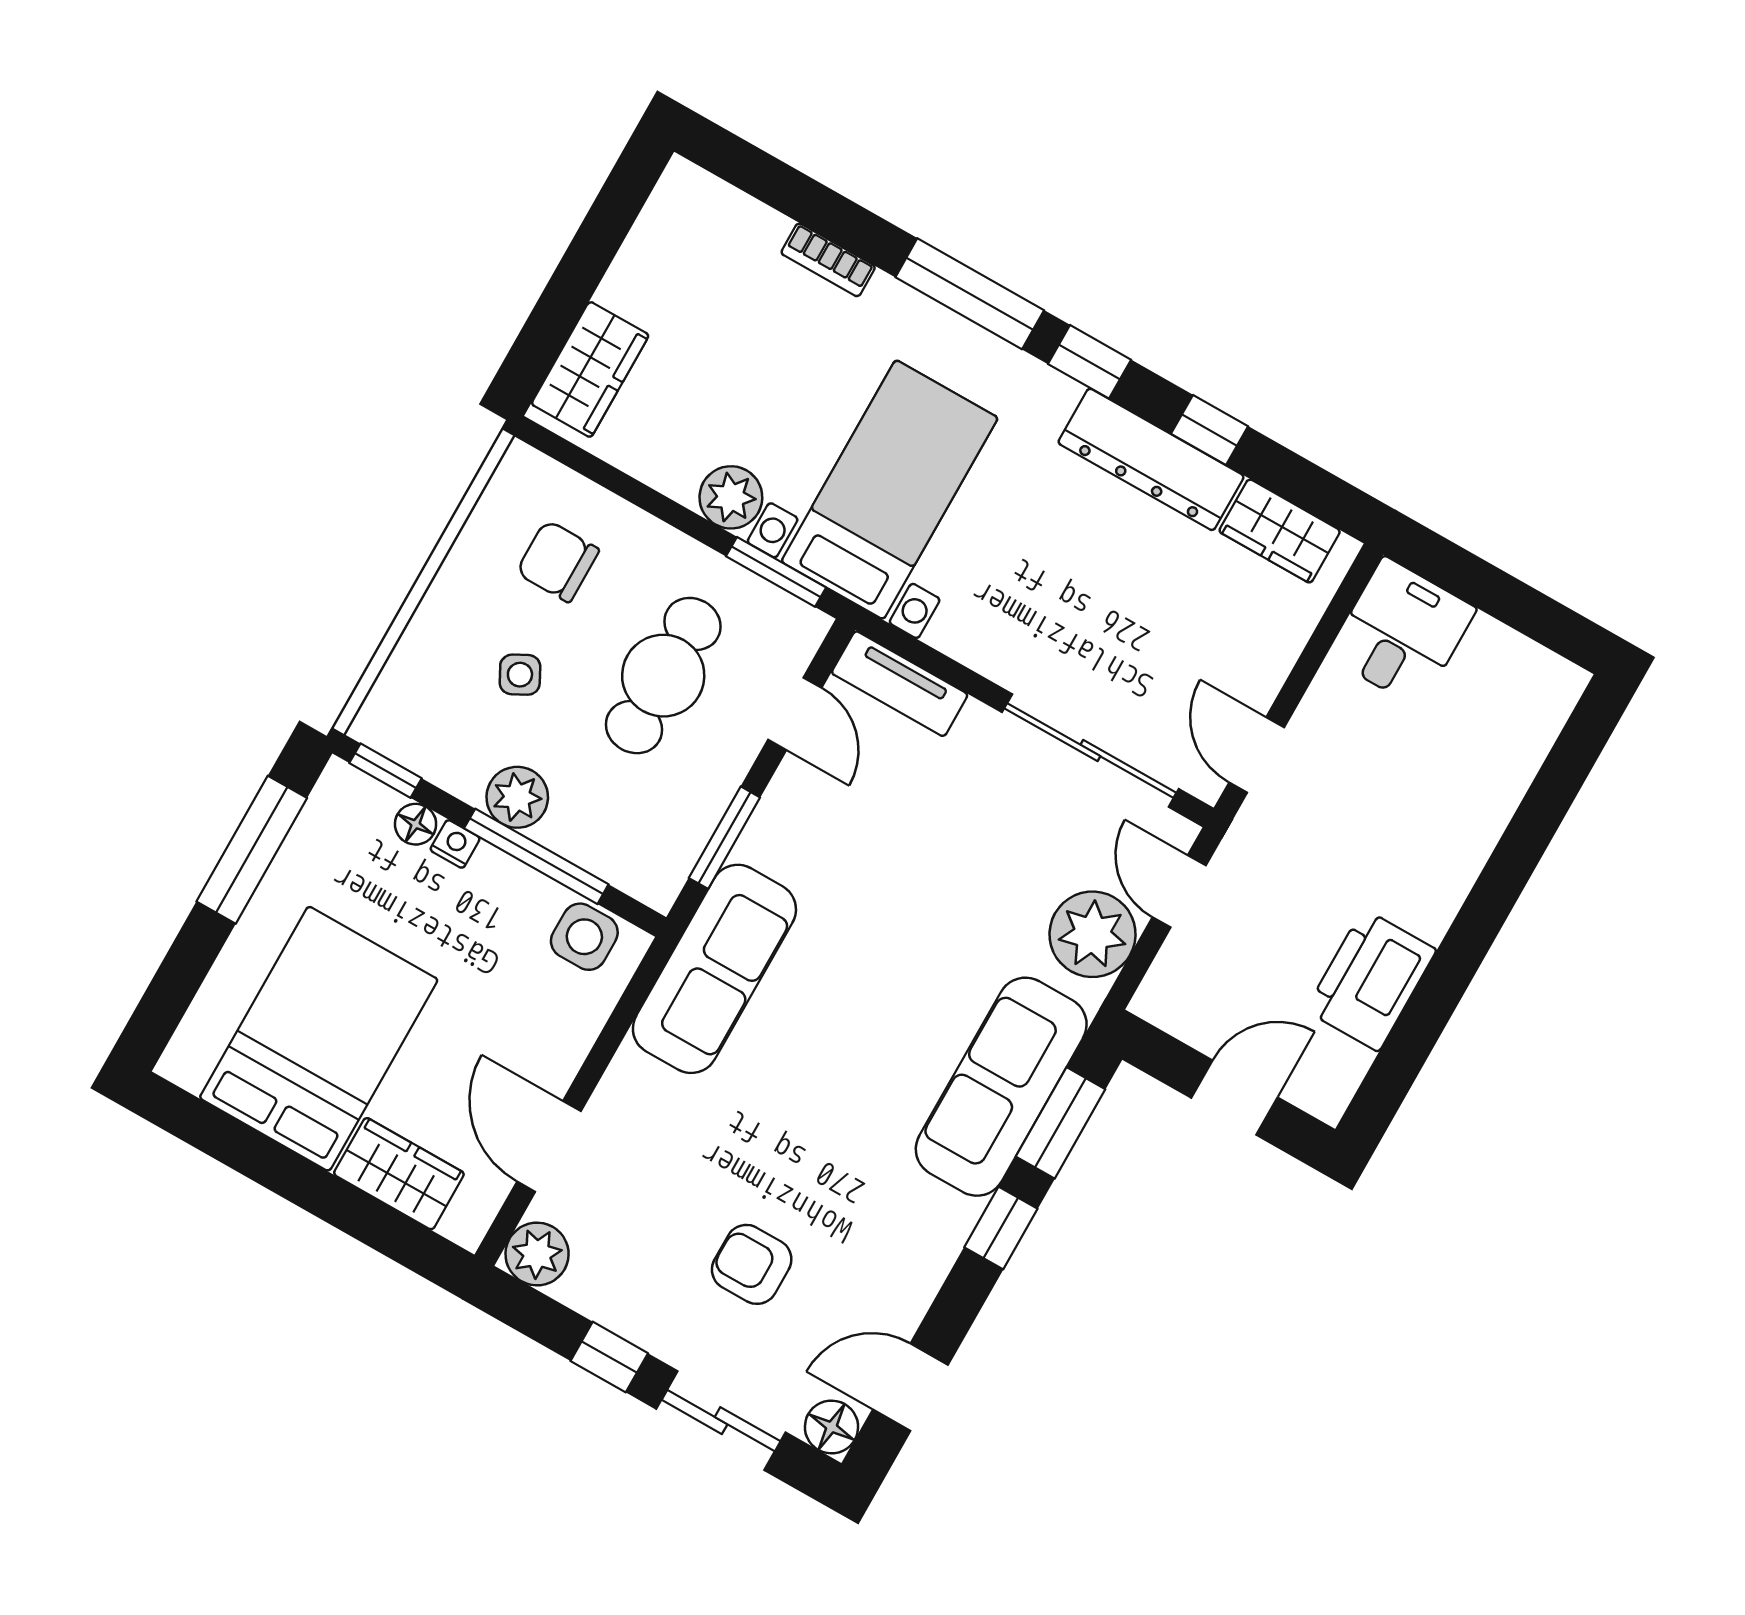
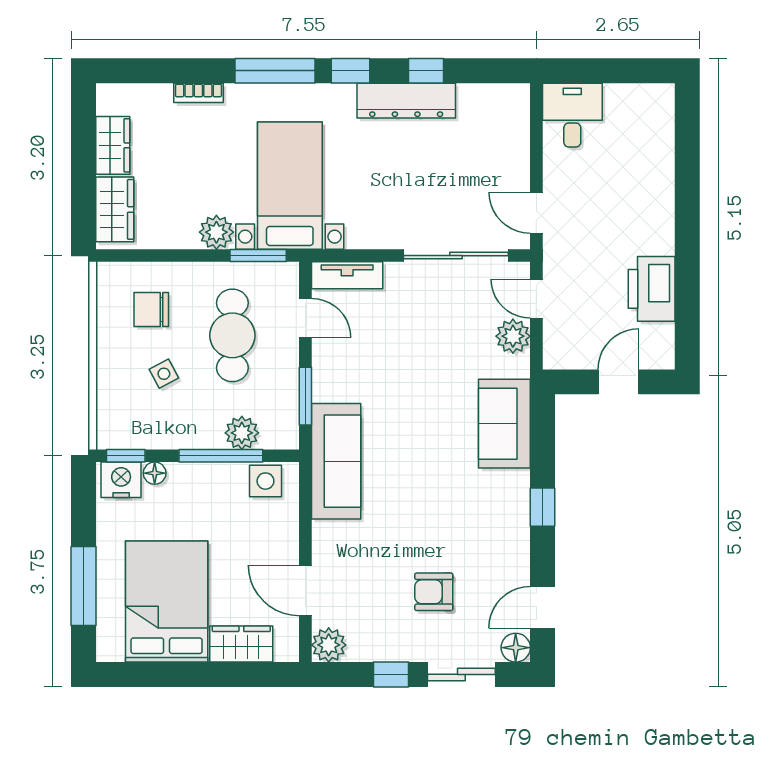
wardrobe: (1280, 531) -> (113, 145), moved, turned -90
plant: (517, 797) -> (242, 433), moved
nightstand: (455, 844) -> (121, 480), moved, width x1.89, depth x1.79
window: (252, 850) -> (84, 586), moved
plant: (1093, 934) -> (513, 336), width x0.73, depth x0.73
sofa: (1001, 1087) -> (504, 424), width x0.73
window: (1061, 1123) -> (543, 441), removed

